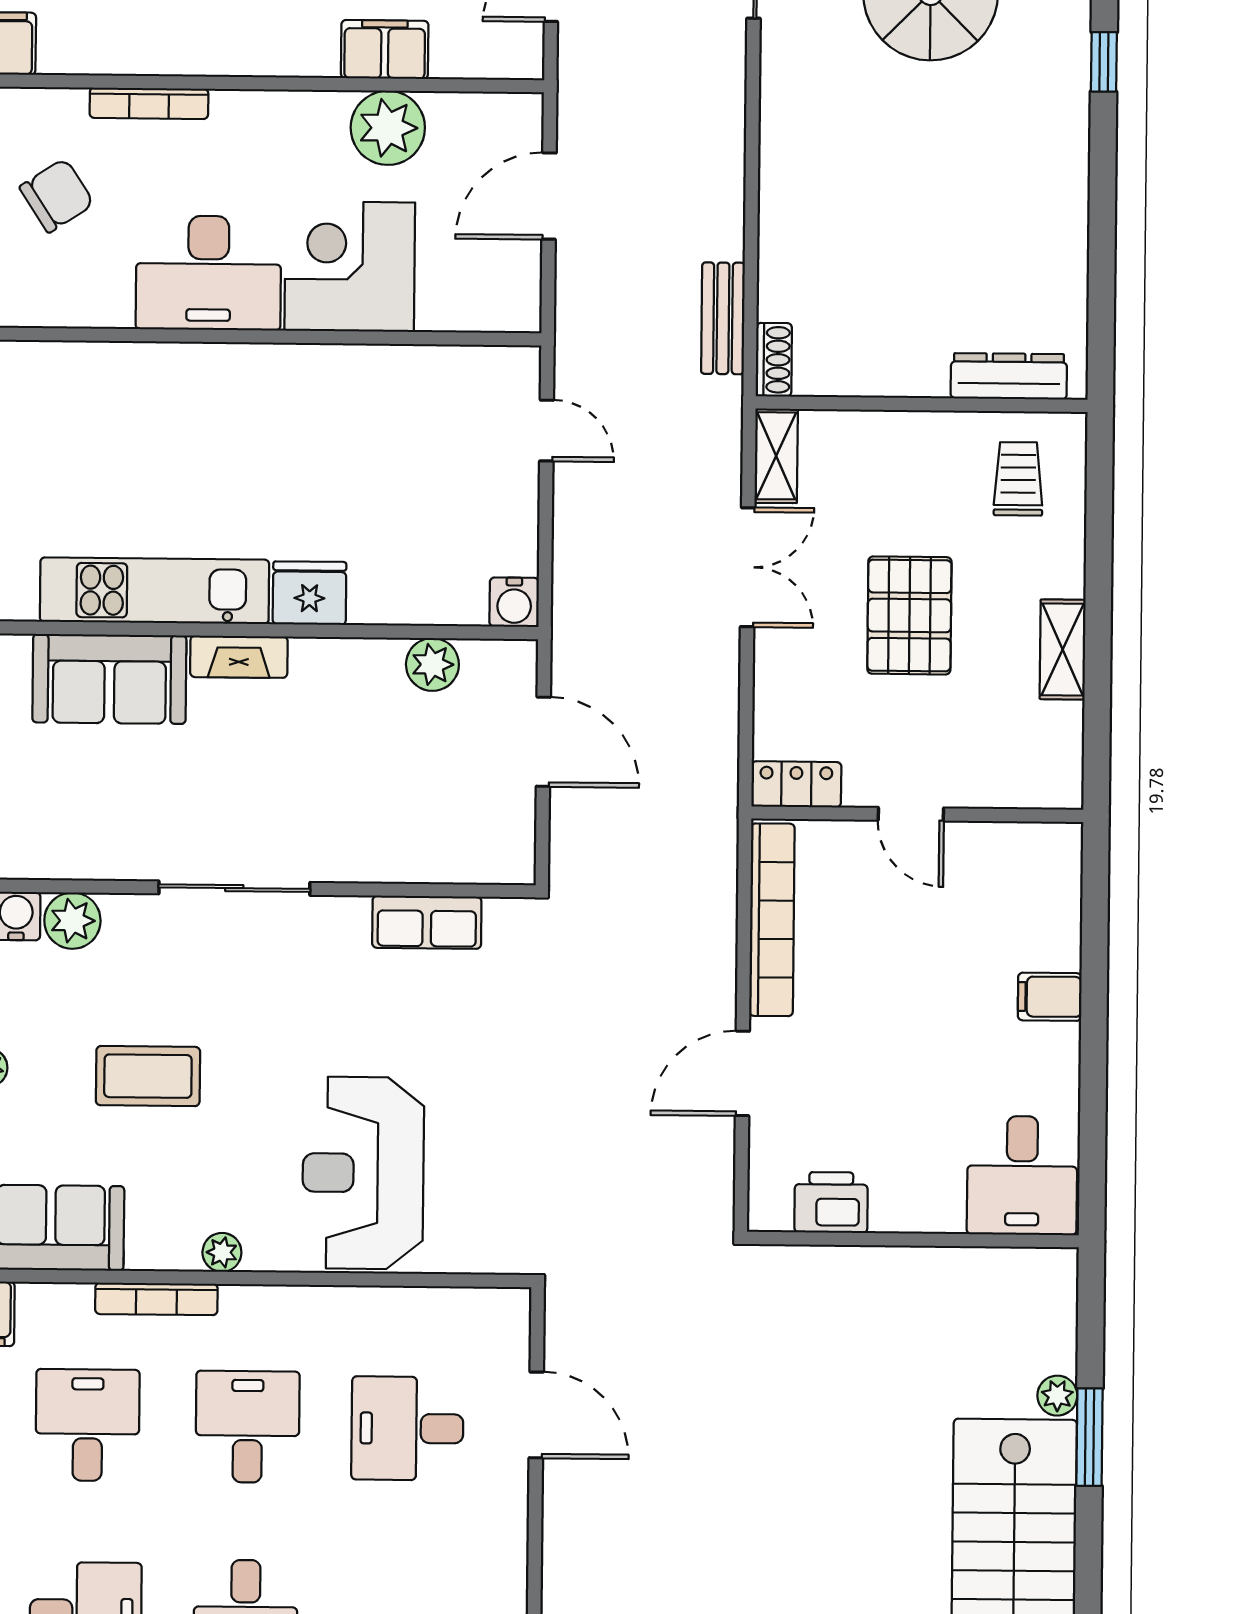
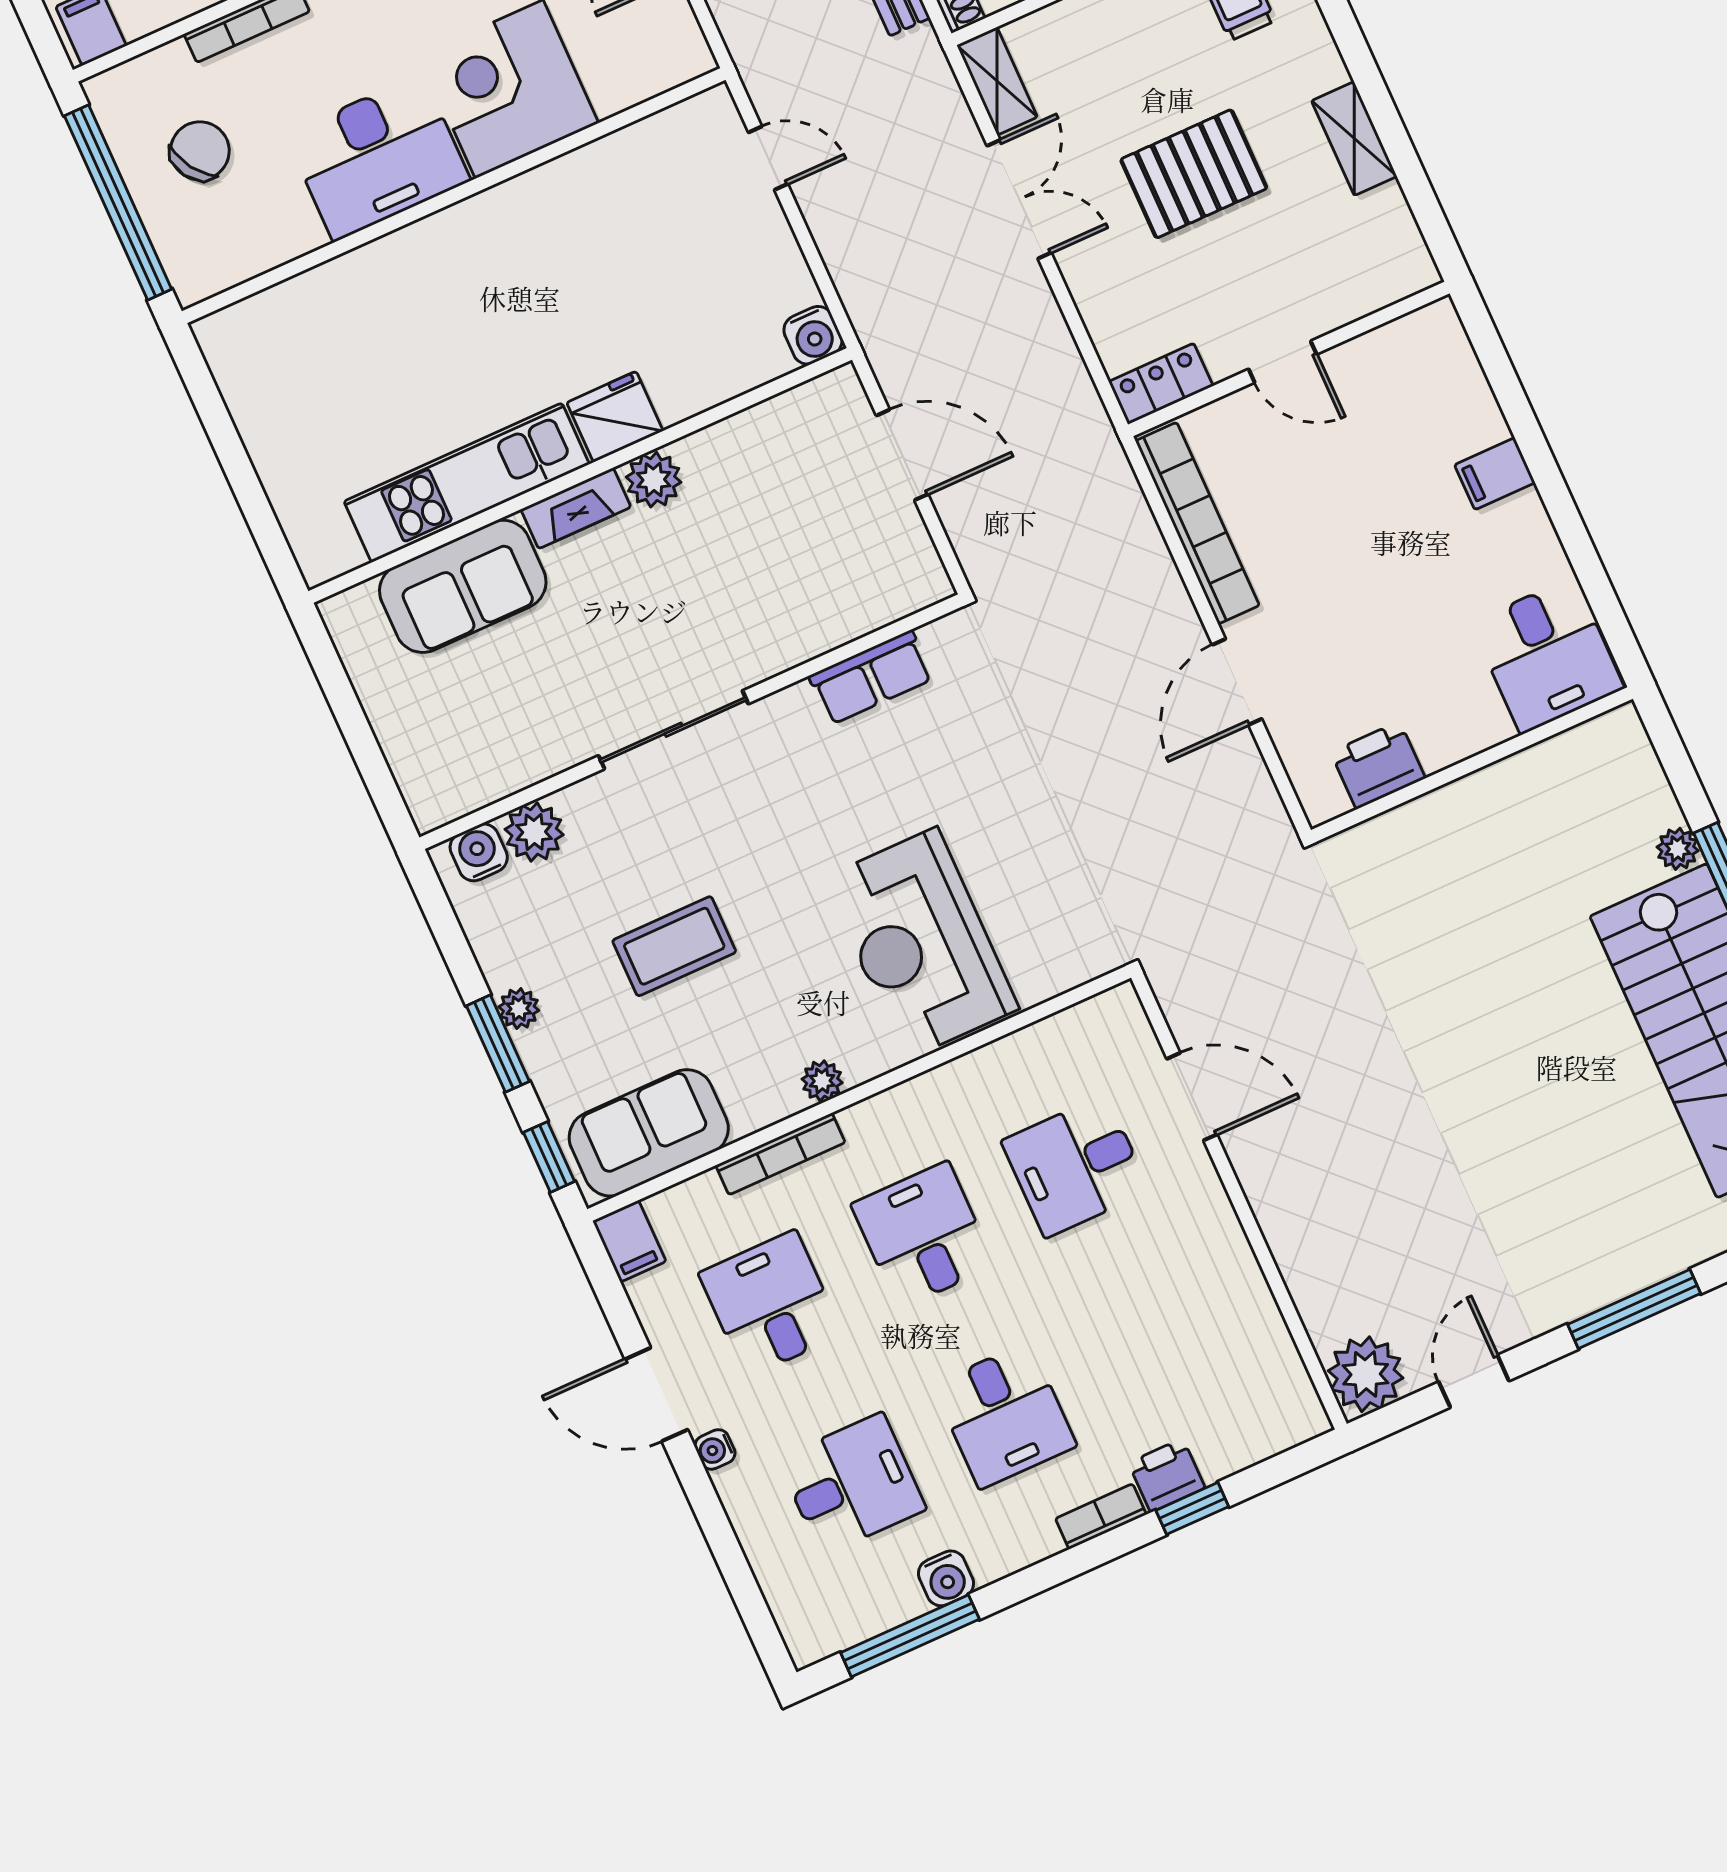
pallet: (909, 615) -> (1194, 174), turned 90
plant: (432, 664) -> (654, 480), moved

